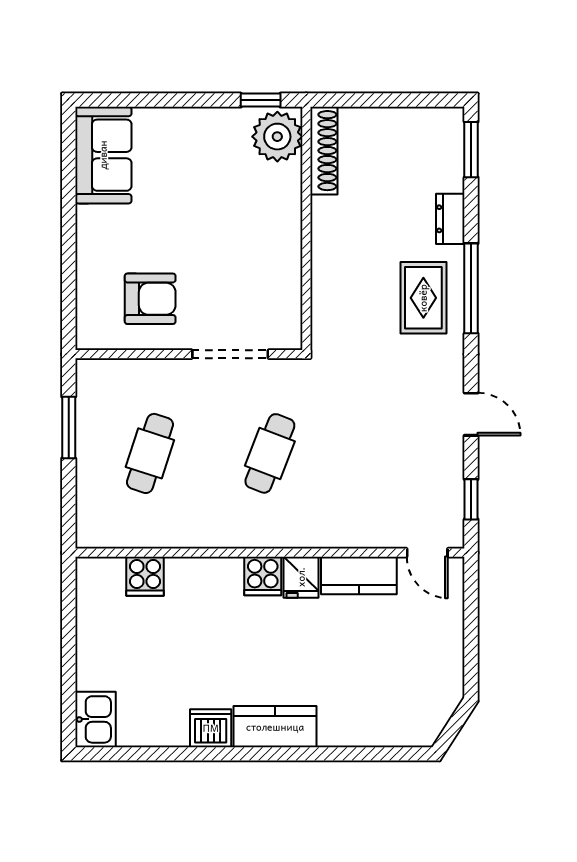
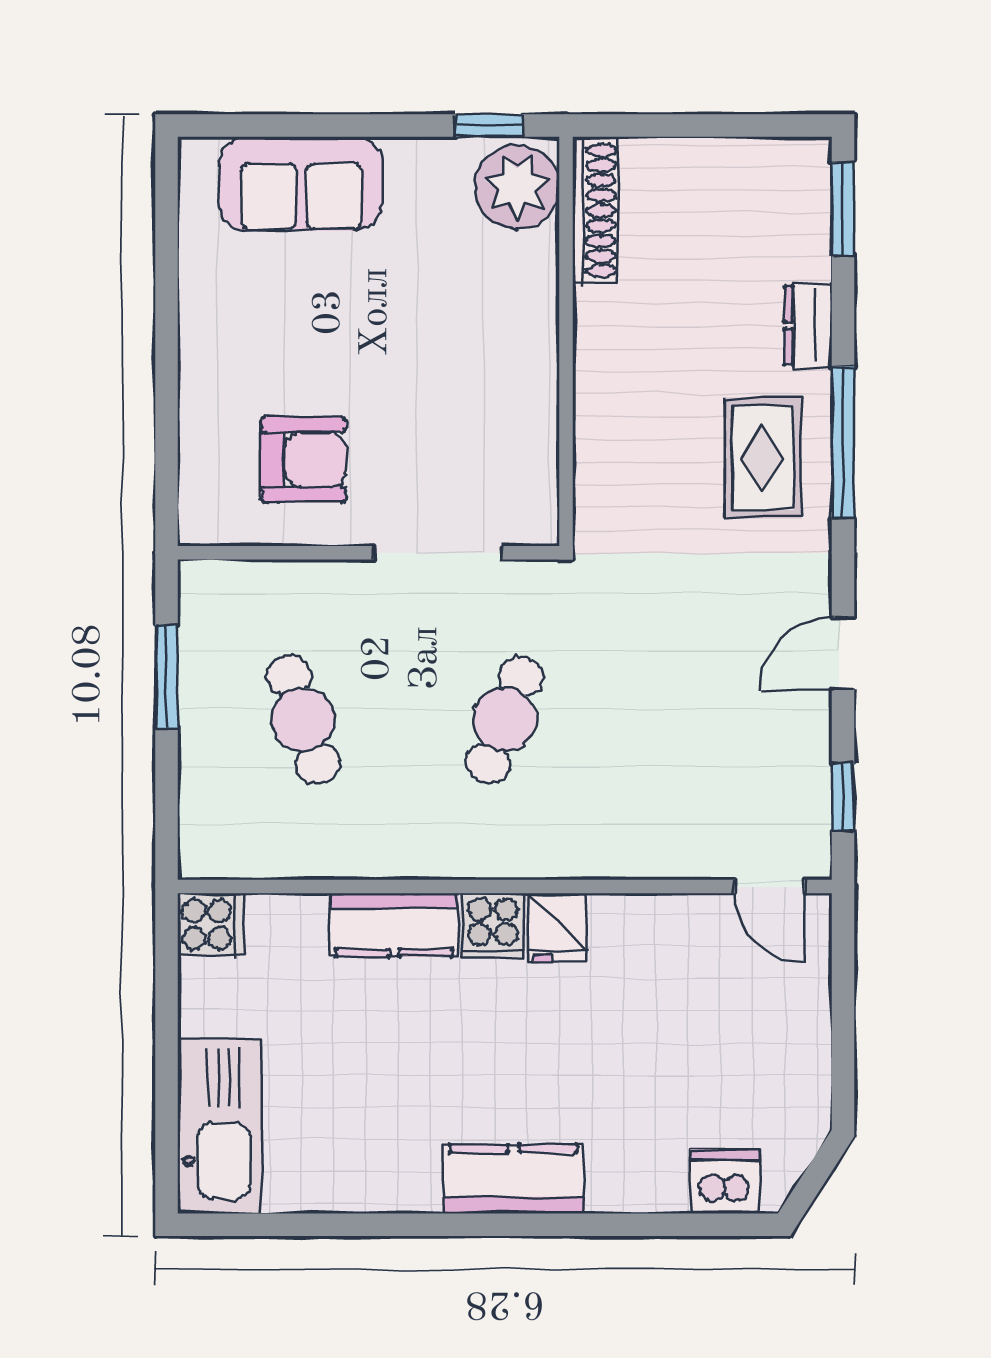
sofa: (103, 155) -> (301, 184), moved, turned 90
door: (471, 414) -> (843, 654), swing flipped
cafe table: (150, 453) -> (303, 720), turned -36
cooker: (145, 576) -> (211, 925), moved, turned -90
kitchen counter: (359, 576) -> (394, 925), moved
kitchen sink: (95, 719) -> (220, 1126), width x1.88, depth x1.24
dishwasher: (211, 728) -> (725, 1181), moved

